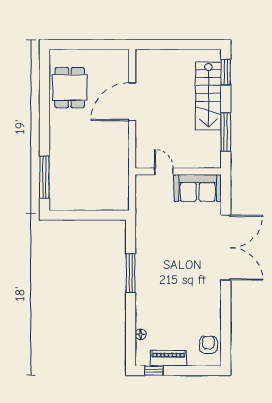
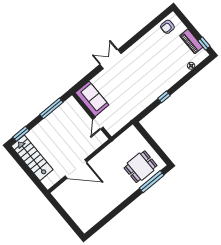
dining table: (70, 88) -> (140, 167), moved
stairs: (208, 96) -> (32, 158), moved, turned -90
double door: (226, 248) -> (111, 59), width x0.54
window: (131, 273) -> (164, 97), width x0.46

